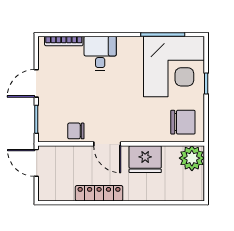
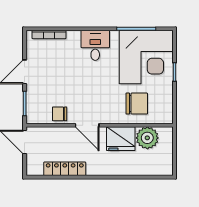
desk: (100, 53) -> (95, 45), moved
chair: (183, 122) -> (137, 104), moved
plant: (192, 158) -> (147, 138), moved
locker: (99, 193) -> (65, 169), moved

